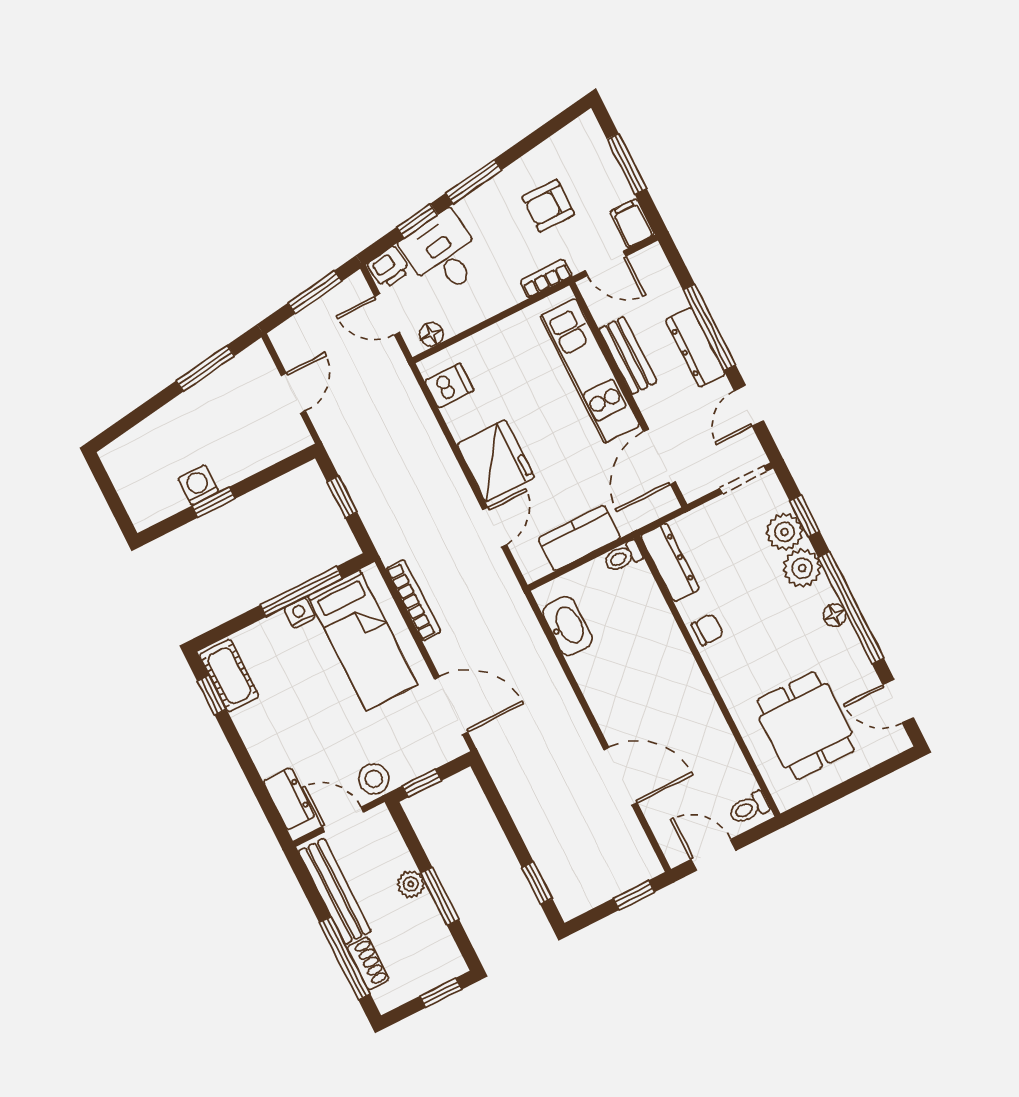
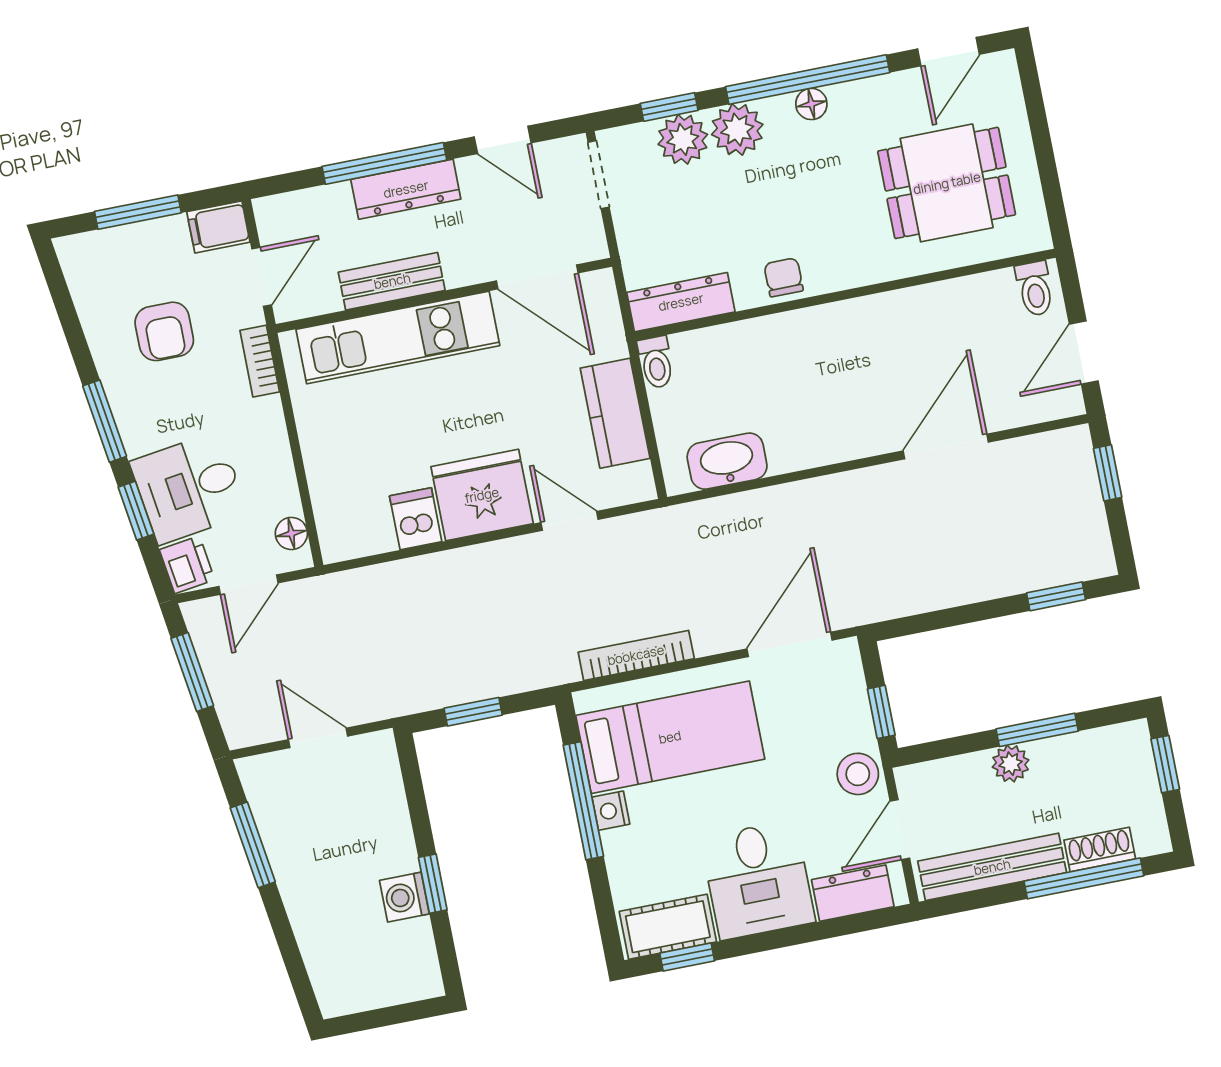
dishwasher: (449, 386) -> (416, 519), moved
desk: (280, 730) -> (758, 880), added

